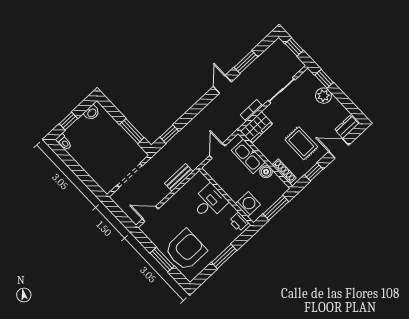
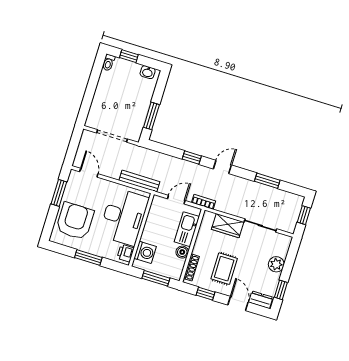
window: (324, 79) -> (281, 290), moved
door: (222, 84) -> (222, 167), moved
bookcase: (251, 110) -> (204, 202), moved
wardrobe: (256, 127) -> (228, 226), moved
window: (169, 134) -> (192, 158), moved
bench: (179, 177) -> (139, 181), width x1.36
desk: (209, 202) -> (124, 217), width x1.87, depth x1.30
armchair: (186, 250) -> (75, 221), turned -90
window: (162, 260) -> (59, 193), moved

